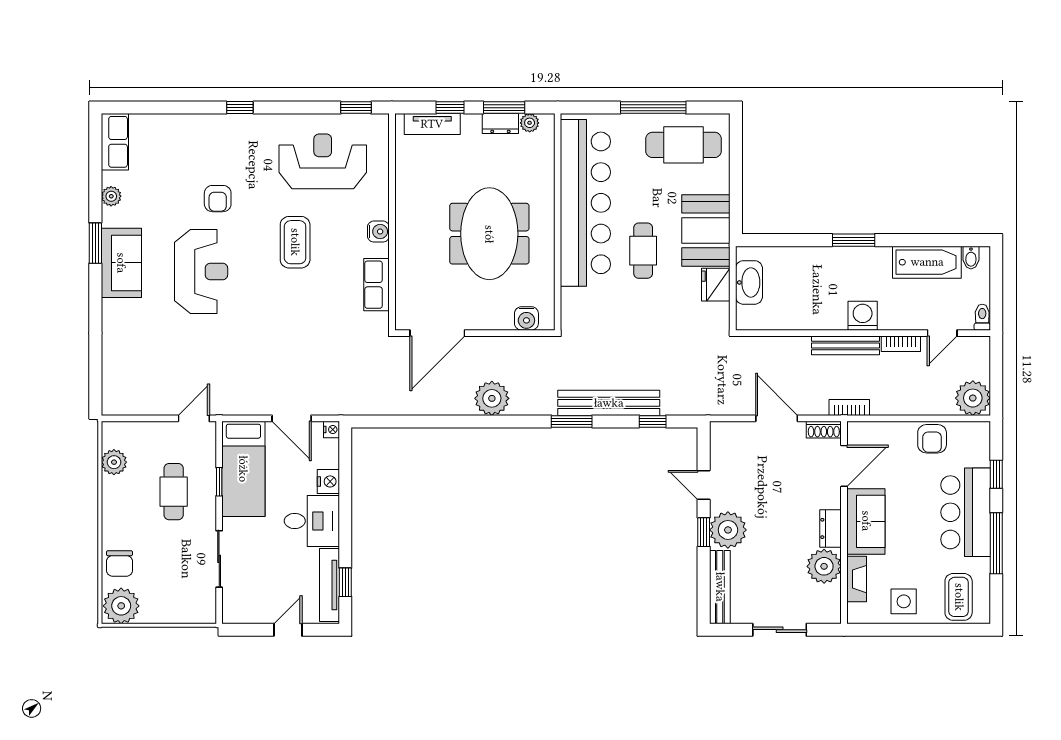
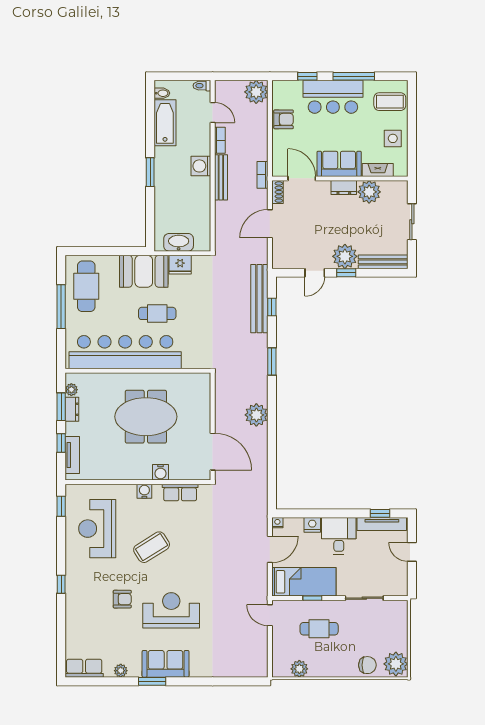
coffee table: (295, 242) -> (152, 547), turned -32
water cooler: (526, 318) -> (161, 472), moved, turned 90
bench: (609, 403) -> (259, 299), moved

